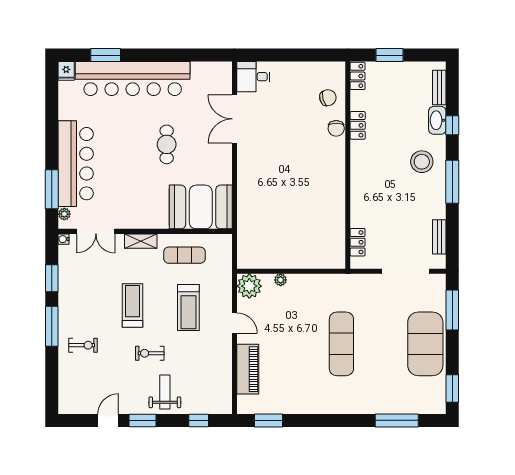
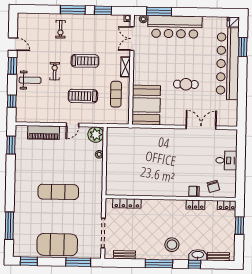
desk: (253, 77) -> (226, 160), moved, turned 90
locker: (358, 242) -> (127, 203), width x1.53

